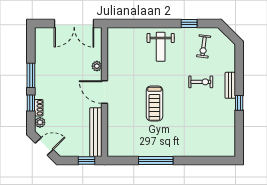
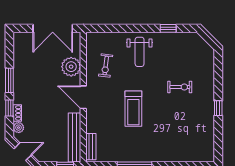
exercise bike: (204, 46) -> (106, 66), moved
plant: (97, 66) -> (71, 67), width x1.88, depth x1.88
bench: (230, 85) -> (91, 147), moved

